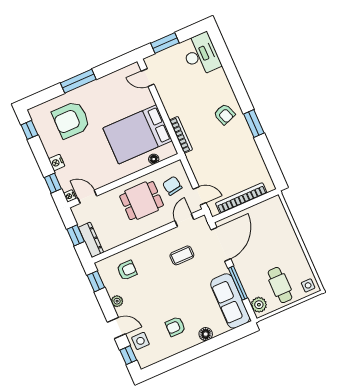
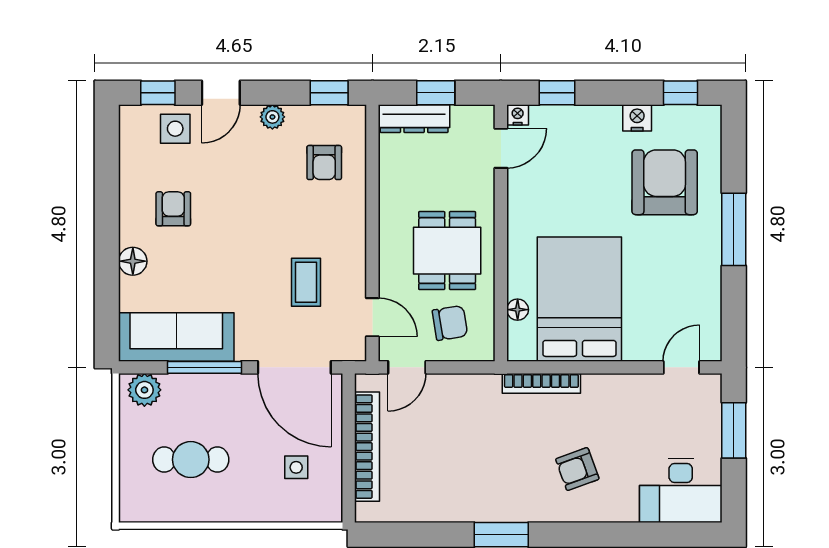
armchair: (224, 114) -> (577, 469), moved
nightstand: (57, 162) -> (637, 118), moved
cafe table: (280, 285) -> (191, 460), moved
side table: (308, 285) -> (296, 467), moved

